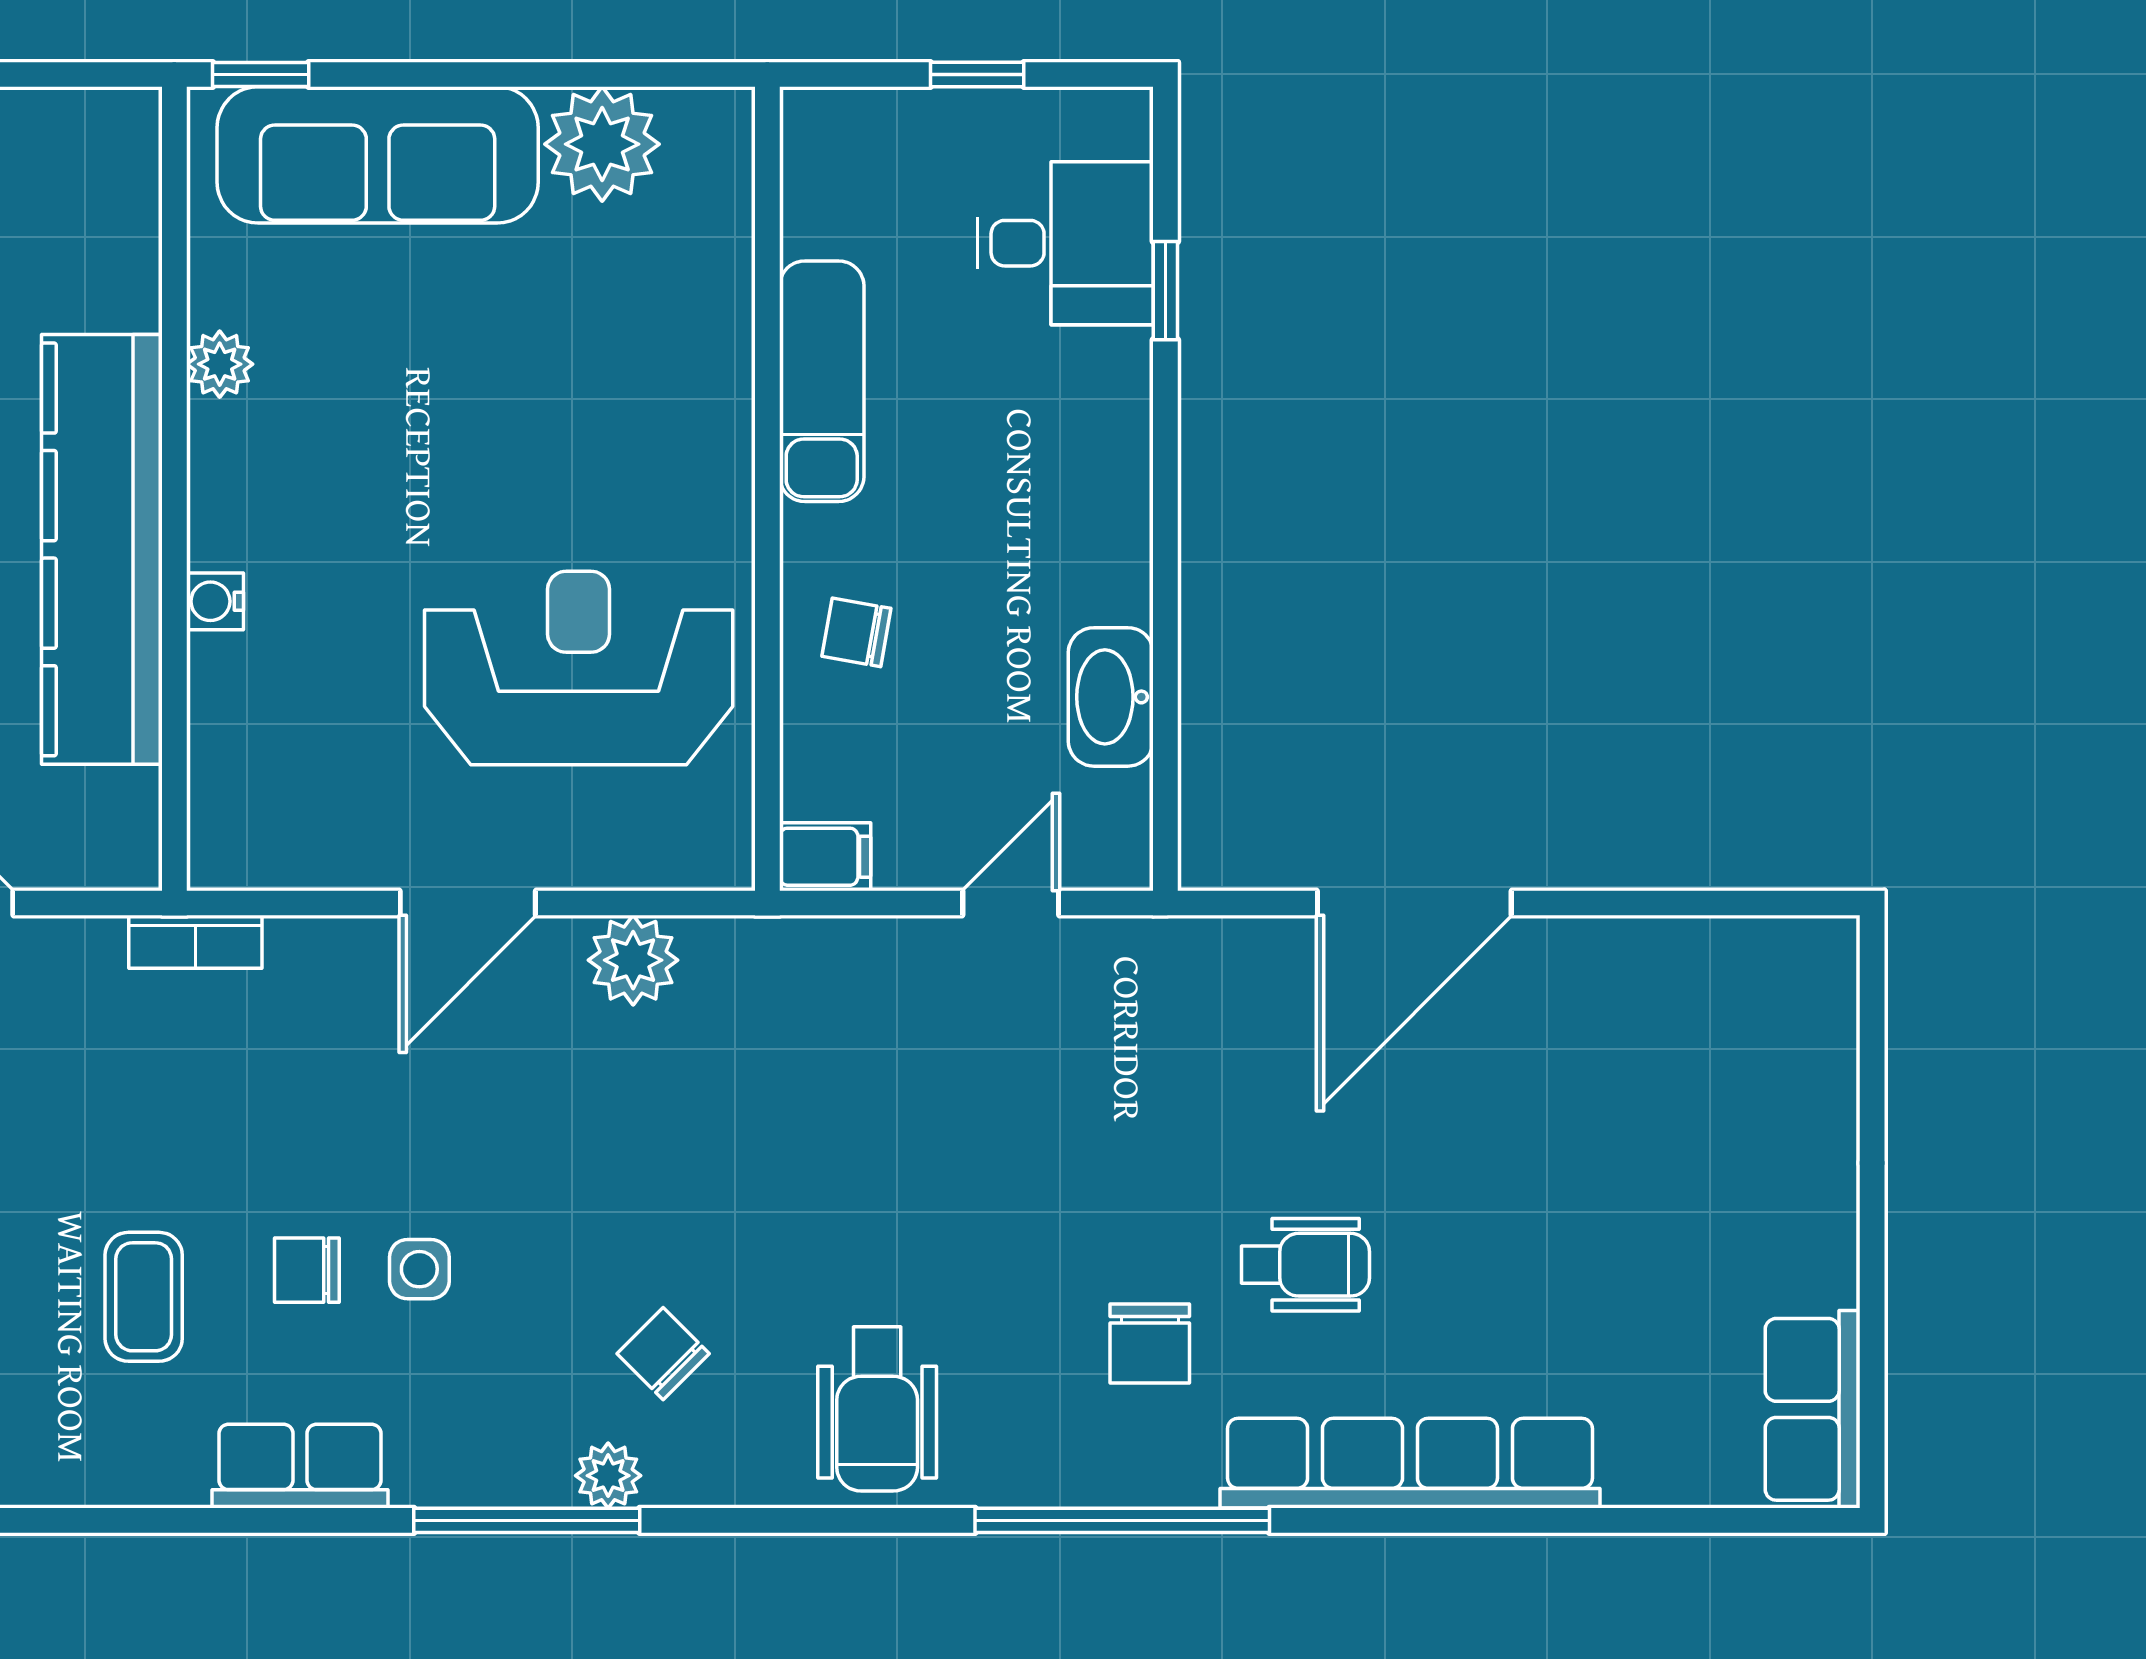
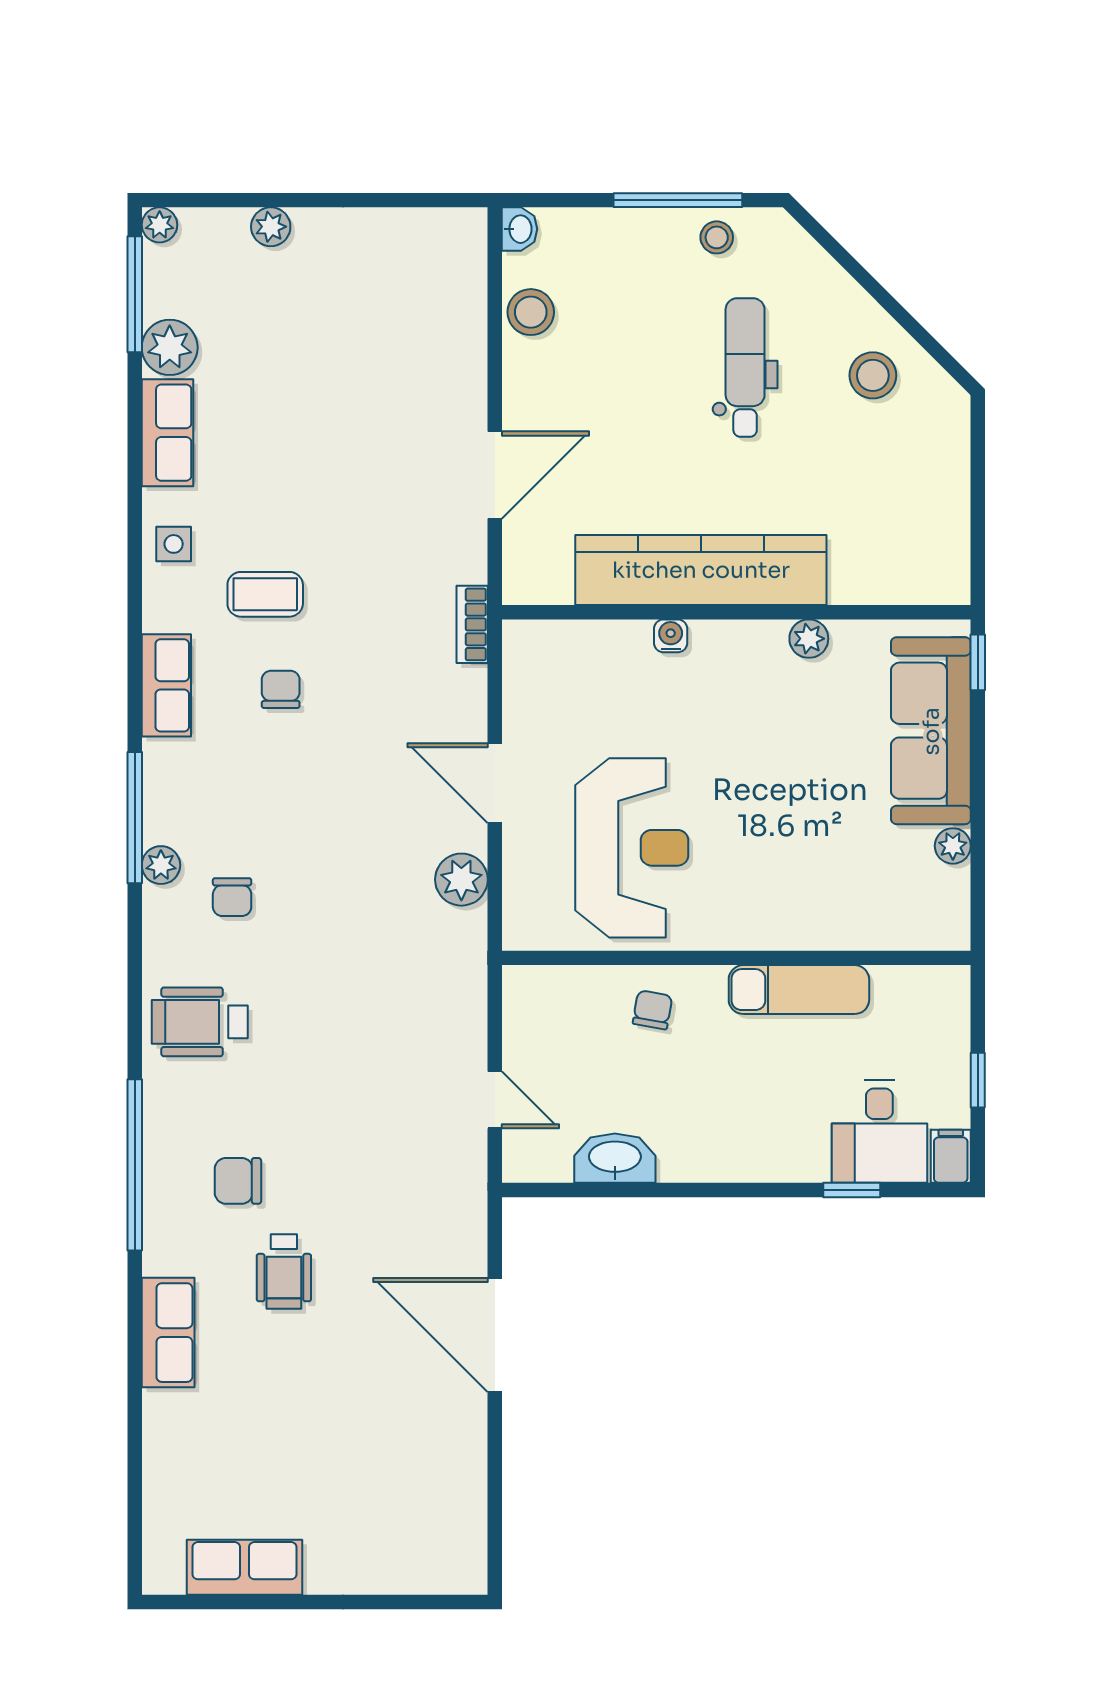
plant: (602, 144) -> (953, 846), width x0.53, depth x0.53
filing cabinet: (825, 857) -> (951, 1156), moved, turned 180
side table: (419, 1269) -> (174, 544), moved
chair: (663, 1354) -> (232, 897), turned 135
row of seats: (1813, 1409) -> (245, 1567), moved
row of seats: (1410, 1463) -> (168, 1333), width x0.50

